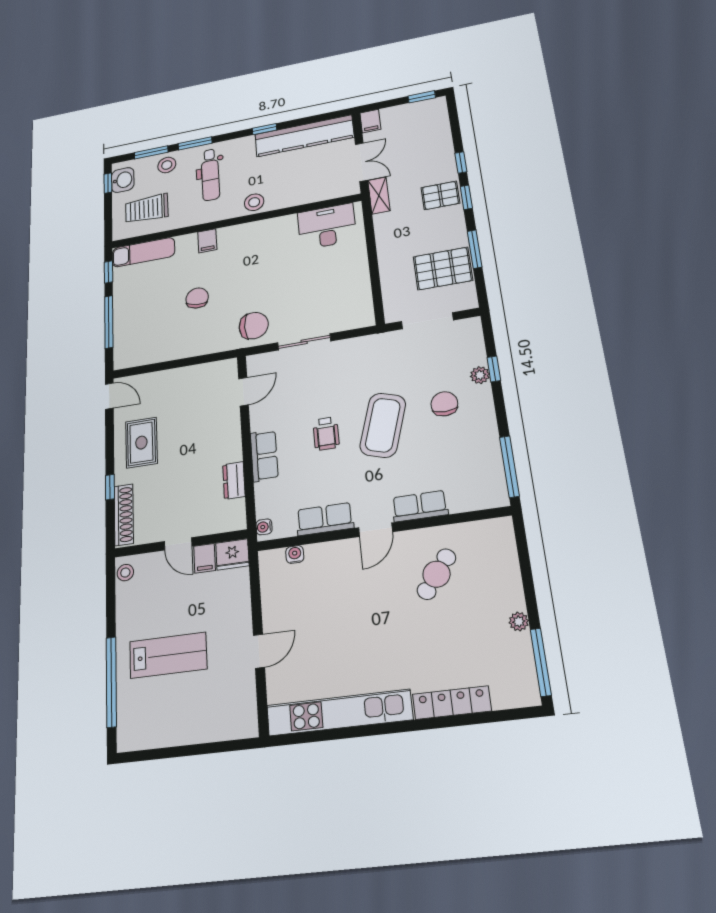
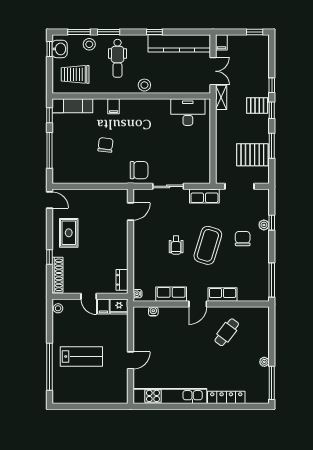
row of seats: (264, 456) -> (204, 196), moved, turned 90
dresser: (234, 481) -> (122, 280), moved

